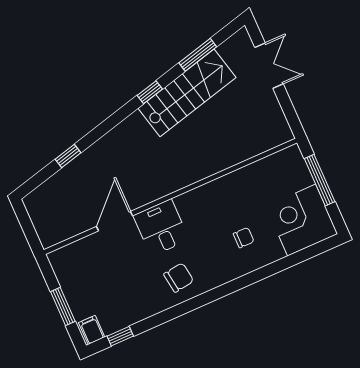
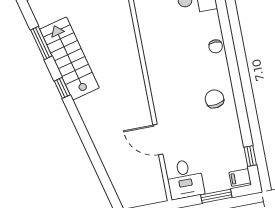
window: (68, 156) -> (98, 165), removed
desk: (161, 228) -> (185, 179), moved, turned -90
chair: (244, 238) -> (216, 46), moved, turned 180

